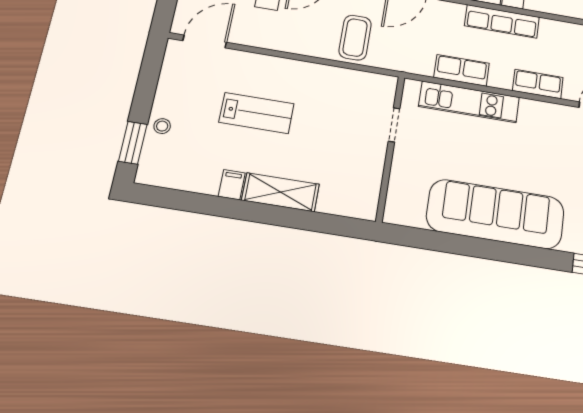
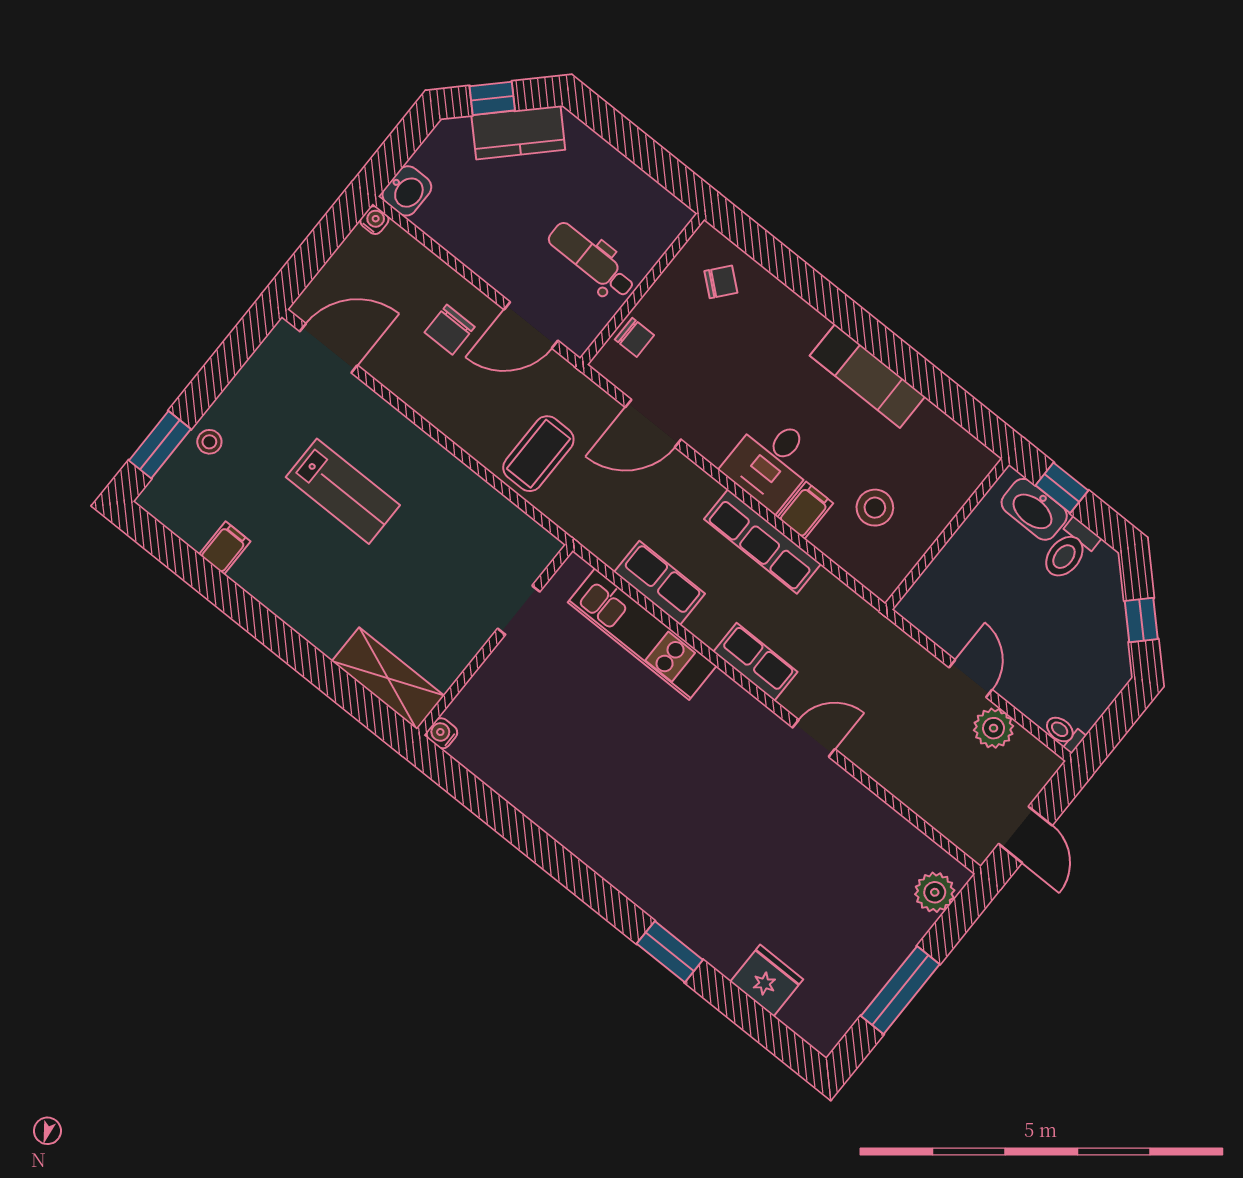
filing cabinet: (232, 185) -> (225, 548), moved
shelving: (281, 192) -> (388, 678), moved
sofa: (495, 214) -> (582, 809), removed
water cooler: (391, 216) -> (442, 733), added

